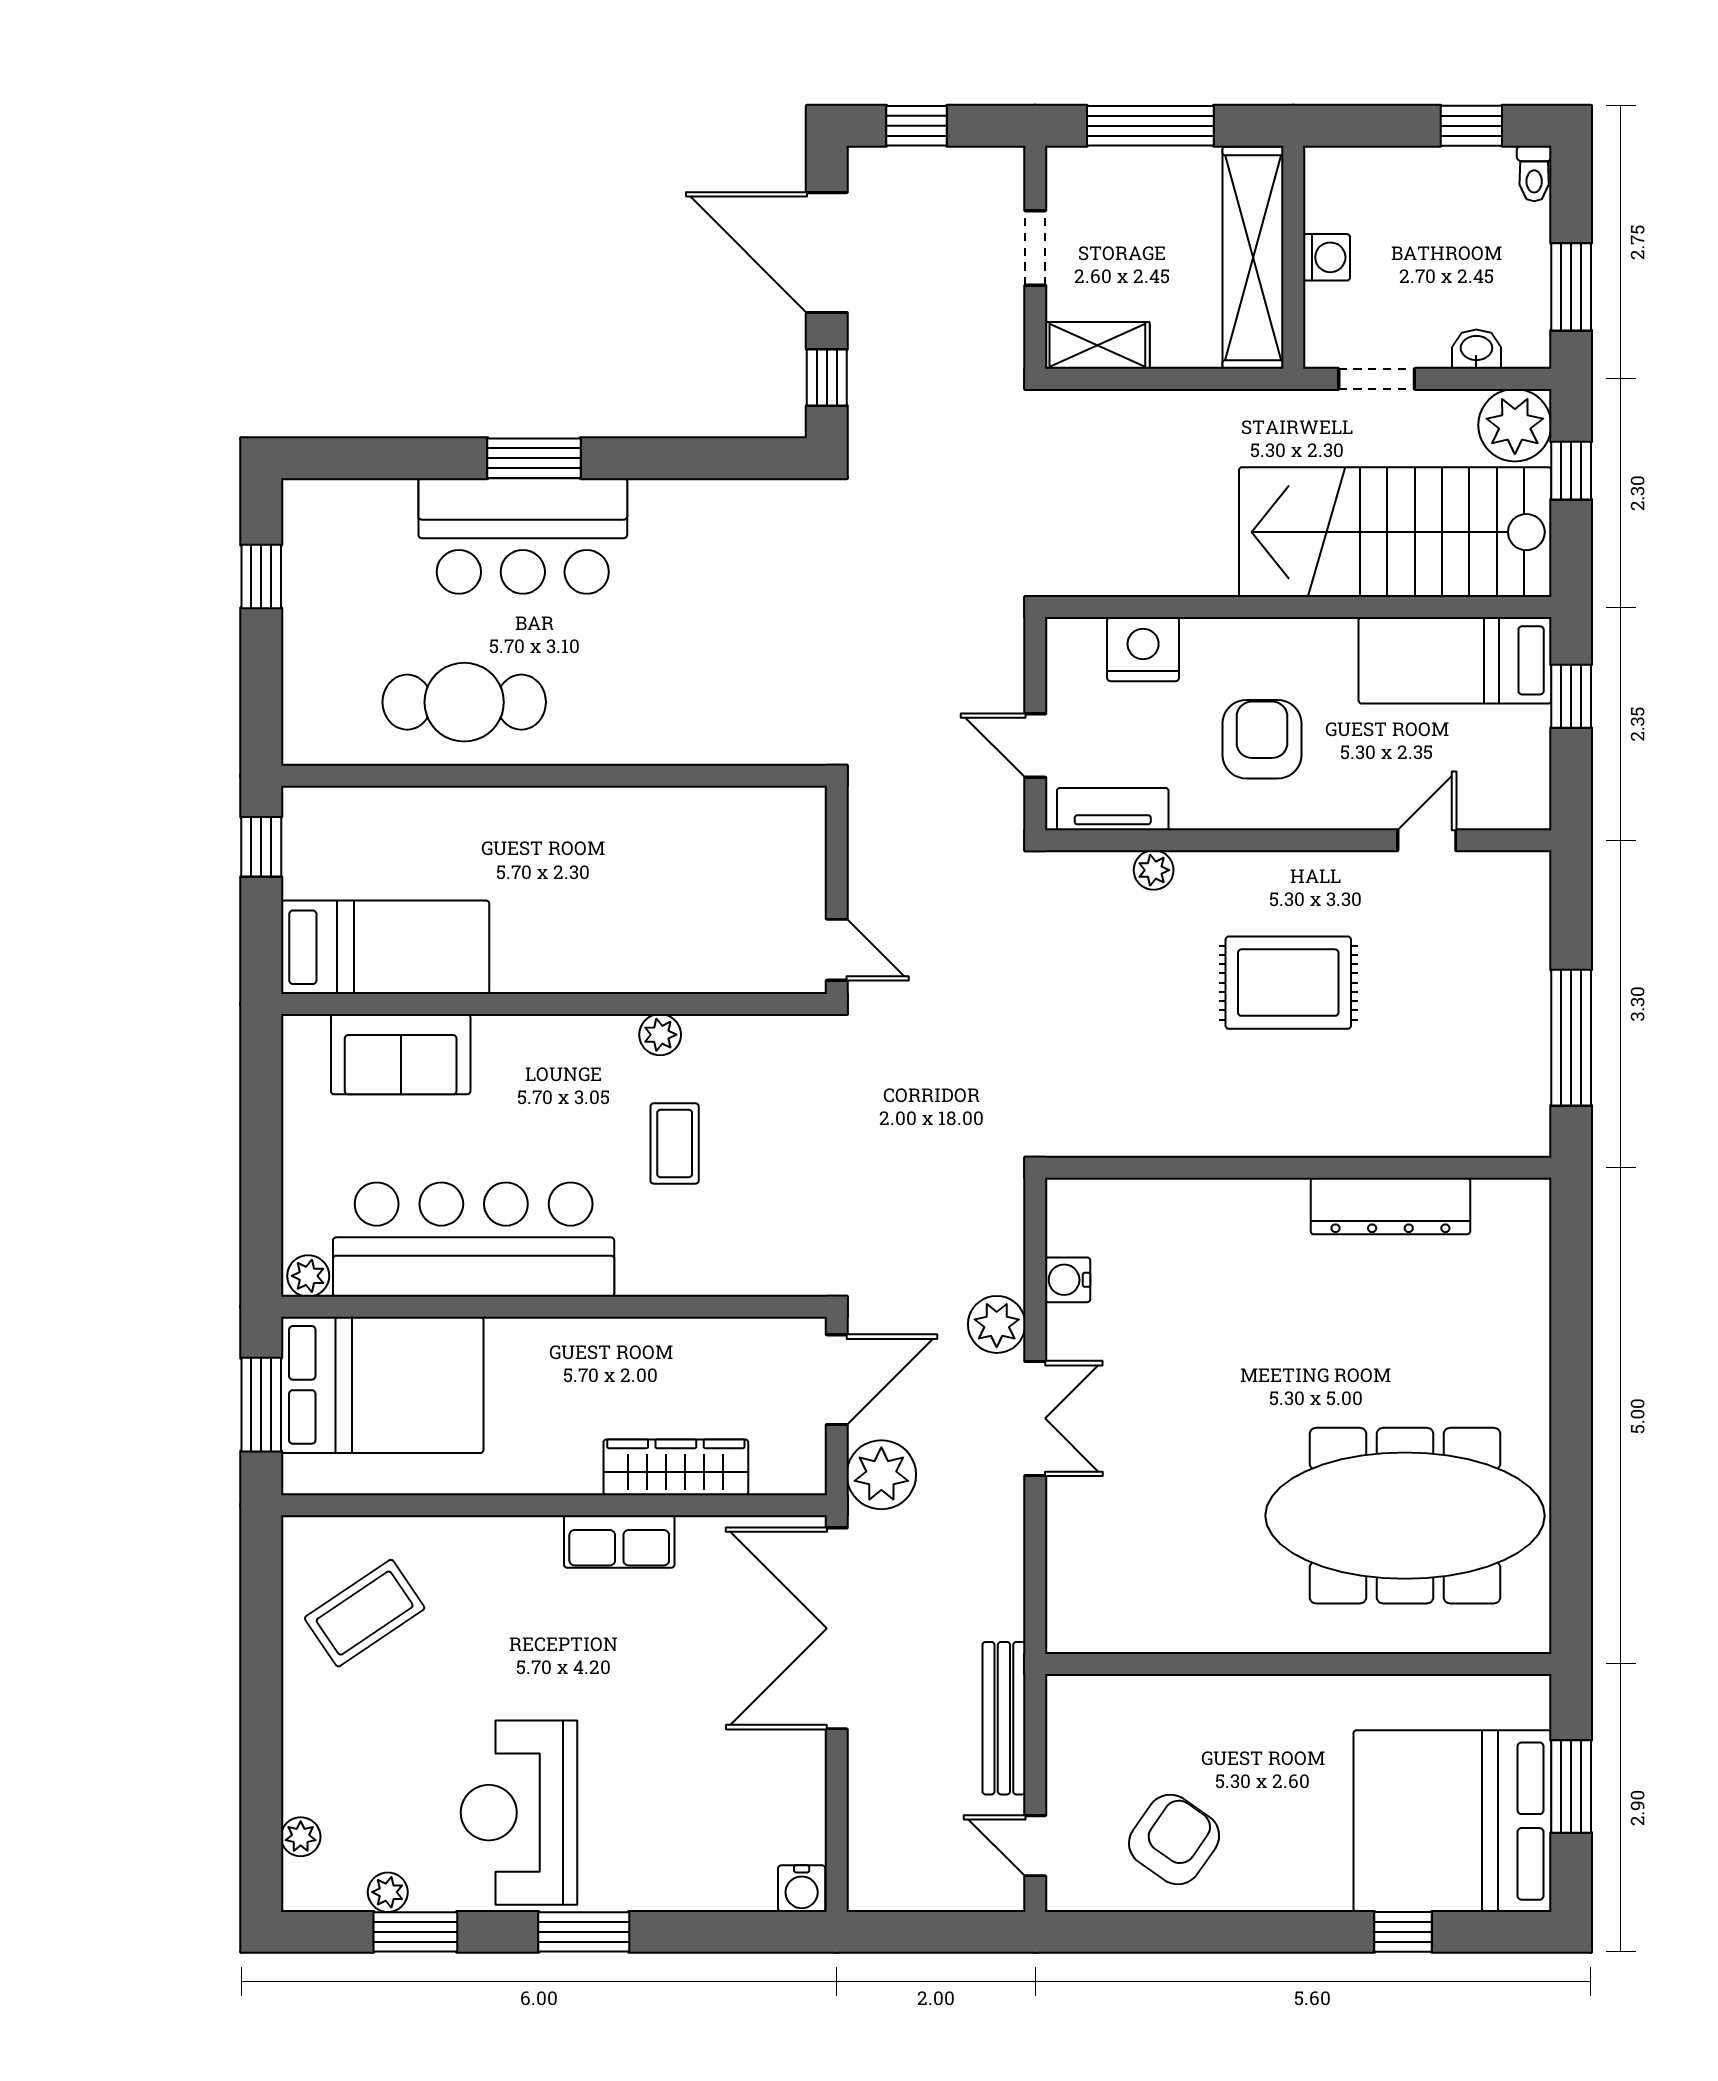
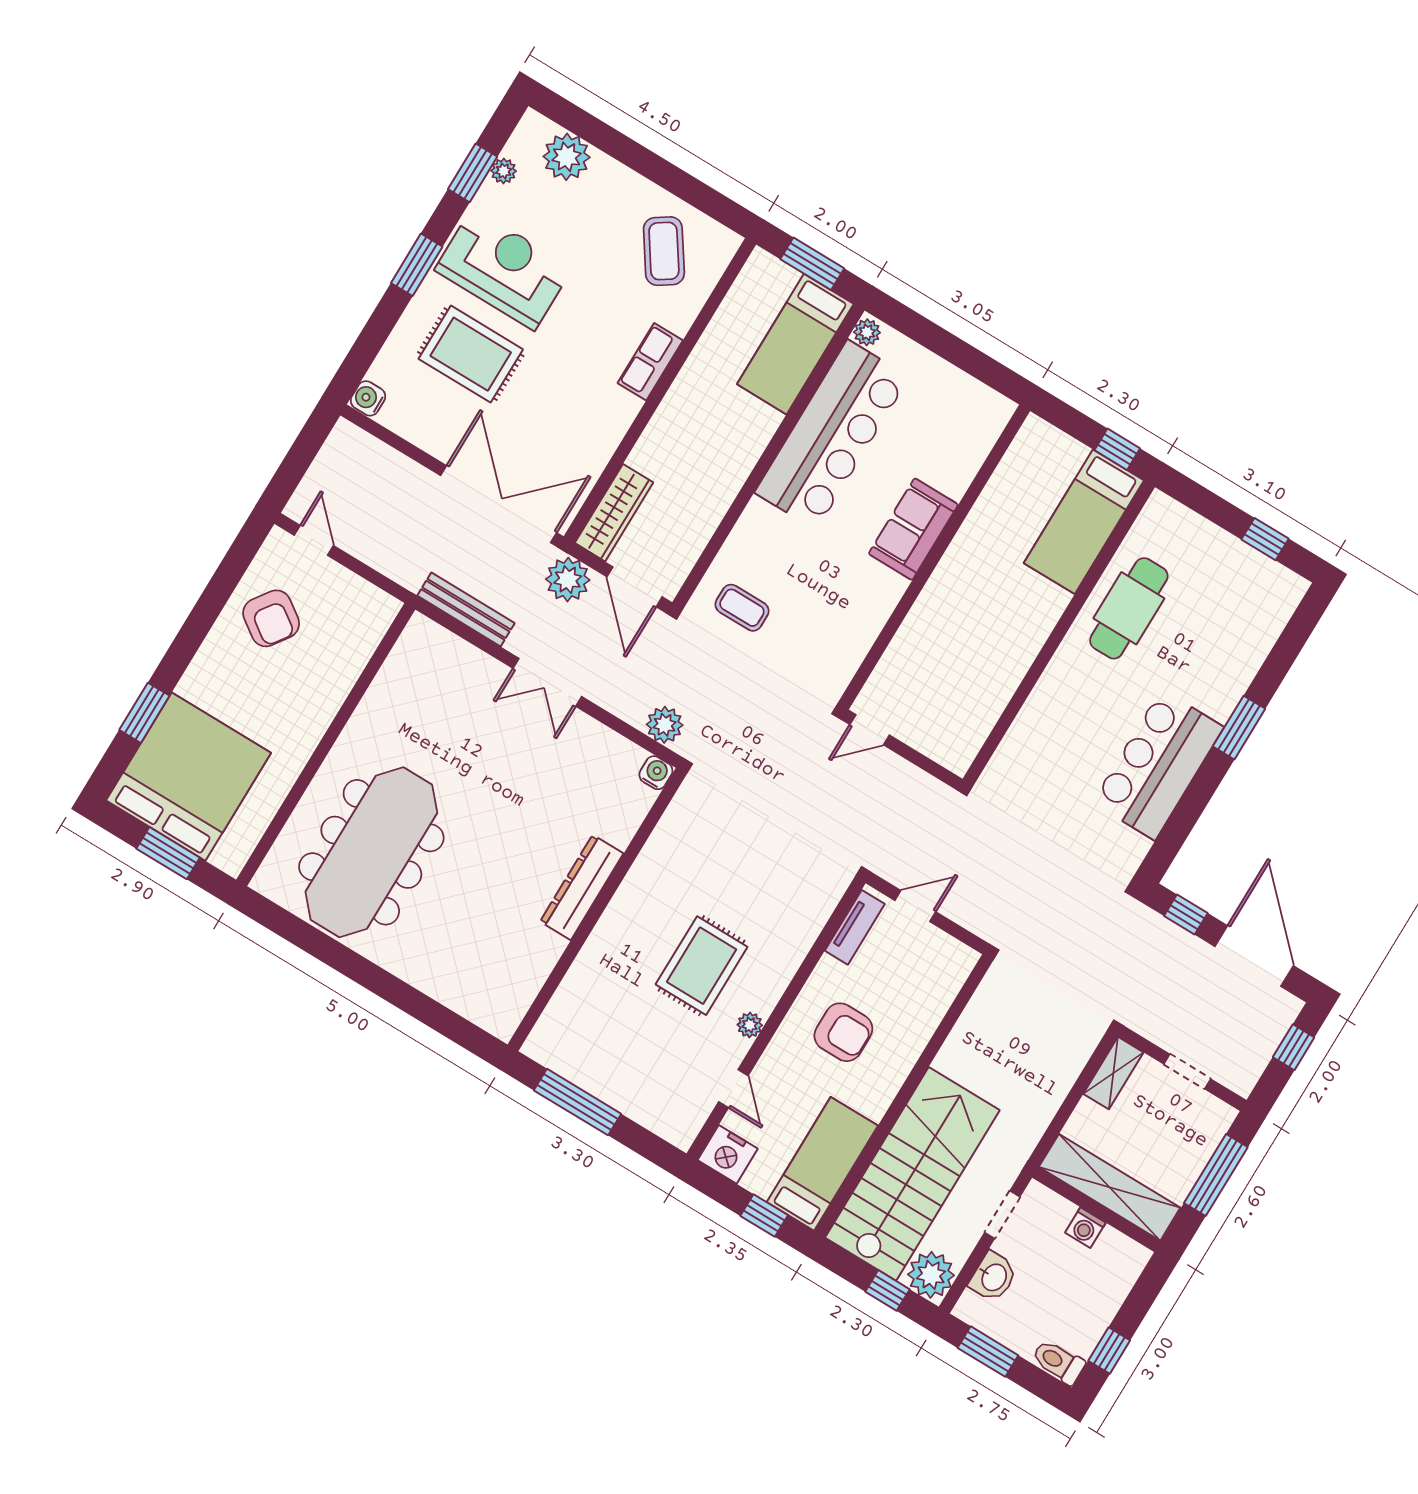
toilet: (1534, 174) -> (1058, 1362), width x1.37, depth x1.39
door: (827, 253) -> (1254, 956), hinge flipped
washbasin: (1476, 349) -> (993, 1277), width x1.38, depth x1.45
bar counter: (523, 536) -> (1158, 765), moved
nightstand: (1143, 649) -> (728, 1154), moved, turned 90
plant: (1154, 870) -> (750, 1025), moved
bed: (385, 947) -> (1084, 522), moved
plant: (660, 1035) -> (882, 605), removed
sofa: (401, 1054) -> (913, 529), moved
coffee table: (675, 1143) -> (742, 608), moved
dresser: (1390, 1206) -> (582, 888), moved
water cooler: (1068, 1280) -> (656, 773), moved
plant: (997, 1324) -> (665, 725), moved
bed: (382, 1385) -> (795, 344), width x0.67
wardrobe: (676, 1467) -> (614, 513), moved
row of seats: (619, 1541) -> (650, 362), moved
bench: (1004, 1718) -> (466, 609), moved
rug: (659, 1787) -> (471, 354), added
plant: (301, 1837) -> (567, 157), width x1.88, depth x1.88
door: (1035, 1846) -> (314, 540), hinge flipped
window: (1403, 1932) -> (144, 713), width x1.50

